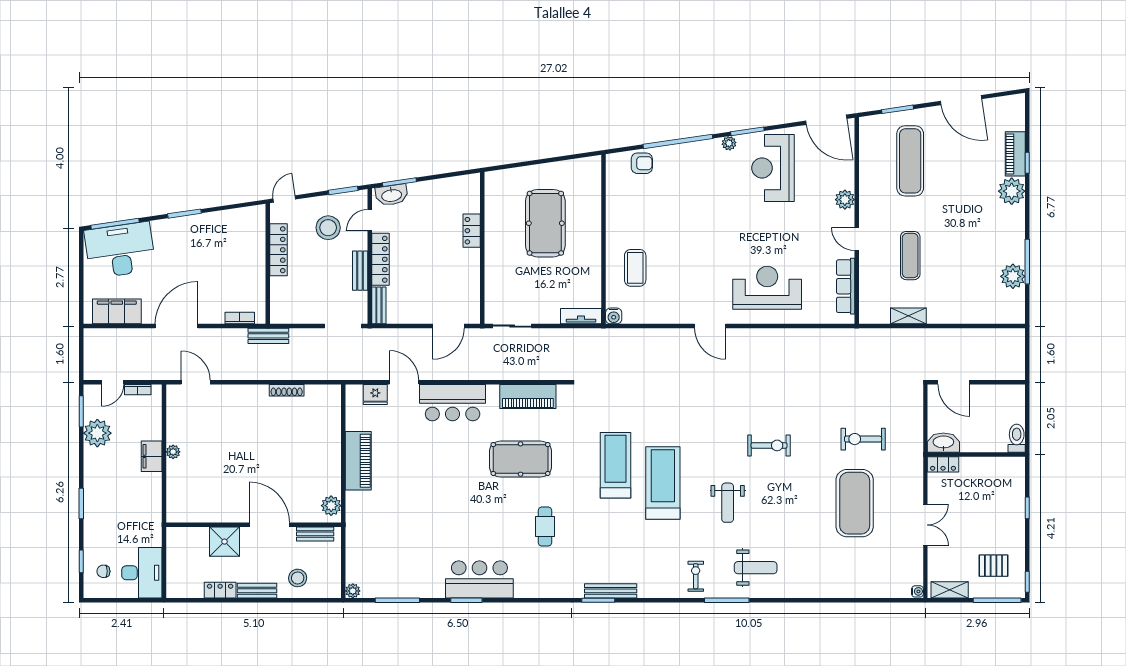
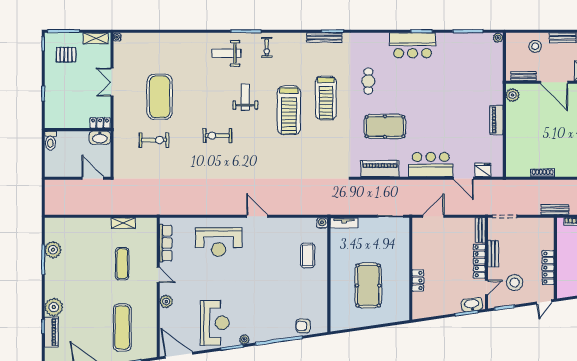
piano: (358, 461) -> (496, 120), width x0.73, depth x0.75
treadmill: (615, 465) -> (326, 98), moved

